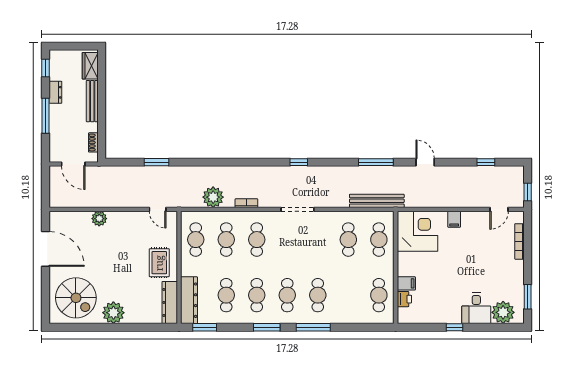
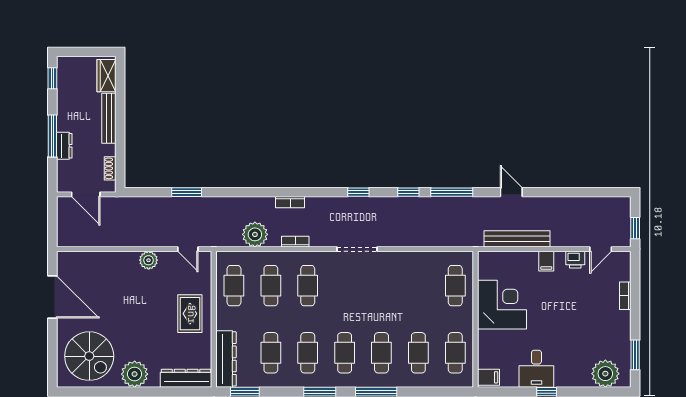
dresser: (55, 92) -> (64, 146), moved
window: (486, 162) -> (408, 192), moved
bookcase: (242, 170) -> (290, 202), added
bench: (377, 201) -> (517, 239), moved
plant: (99, 219) -> (149, 260), moved
corner desk: (417, 231) -> (502, 305), moved
cafe table: (348, 240) -> (418, 353), moved
bookcase: (519, 241) -> (625, 296), width x0.64
filing cabinet: (406, 283) -> (488, 377), moved
printer: (404, 299) -> (575, 260), moved, turned 90
dresser: (170, 302) -> (186, 378), moved, turned 90
desk: (476, 308) -> (536, 369), moved

